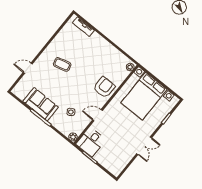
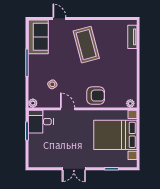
coffee table: (62, 64) -> (86, 45), width x1.86, depth x1.72
sofa: (41, 104) -> (38, 37), moved

